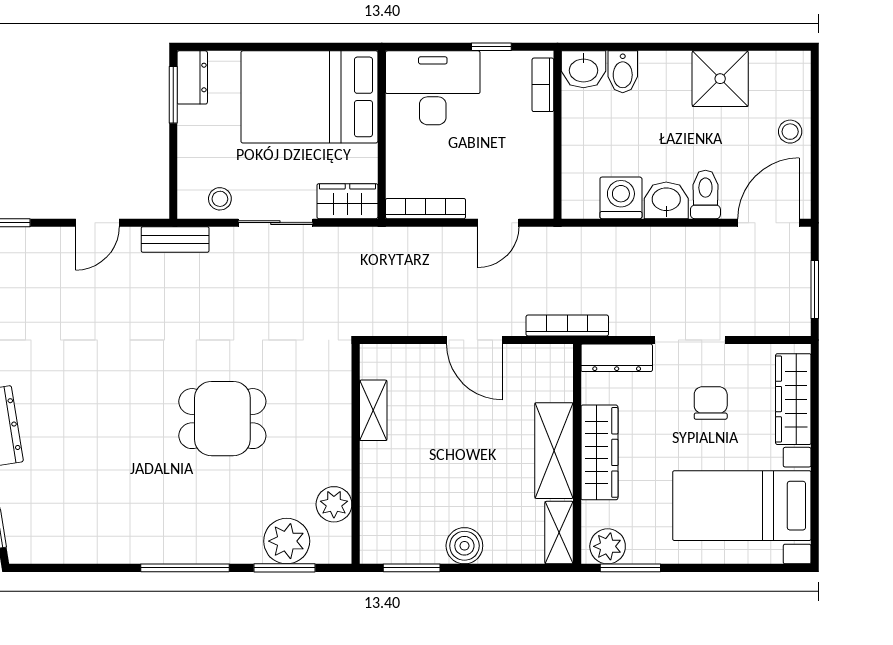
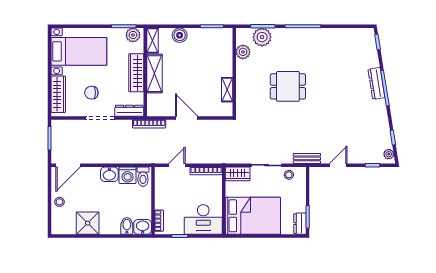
toilet: (705, 194) -> (143, 177), moved
chair: (711, 403) -> (91, 93), turned 90
boiler: (464, 546) -> (180, 35), moved

